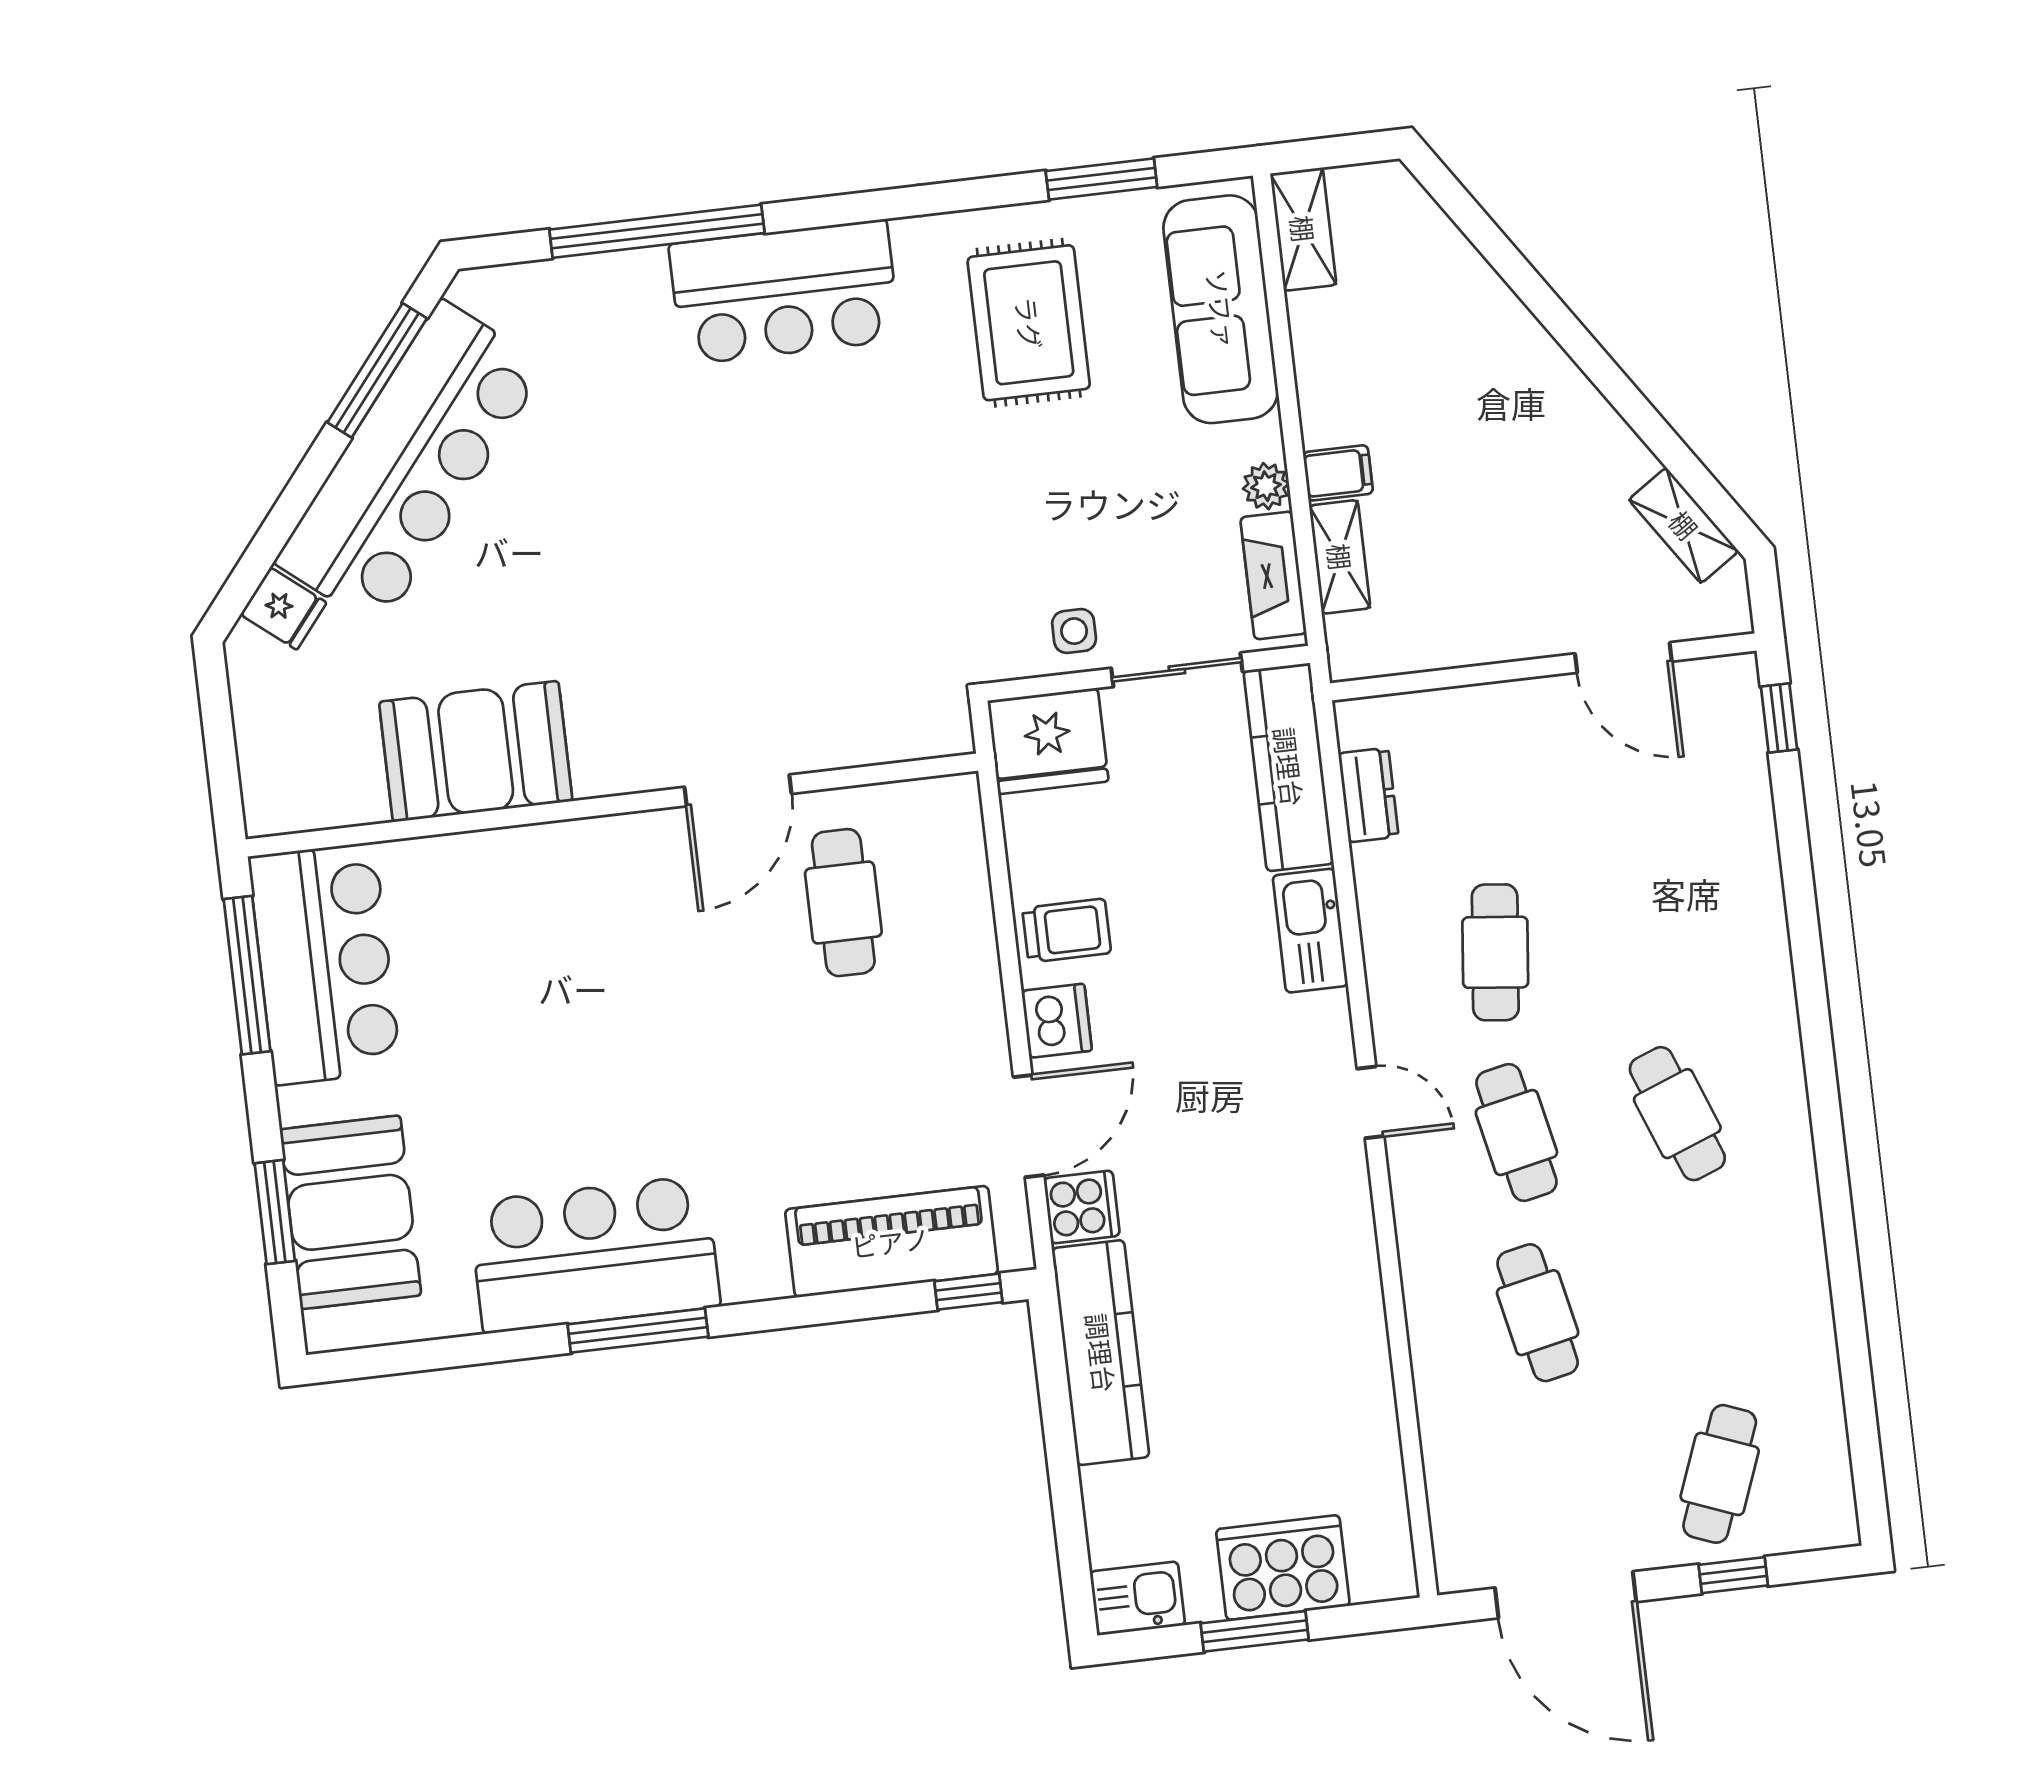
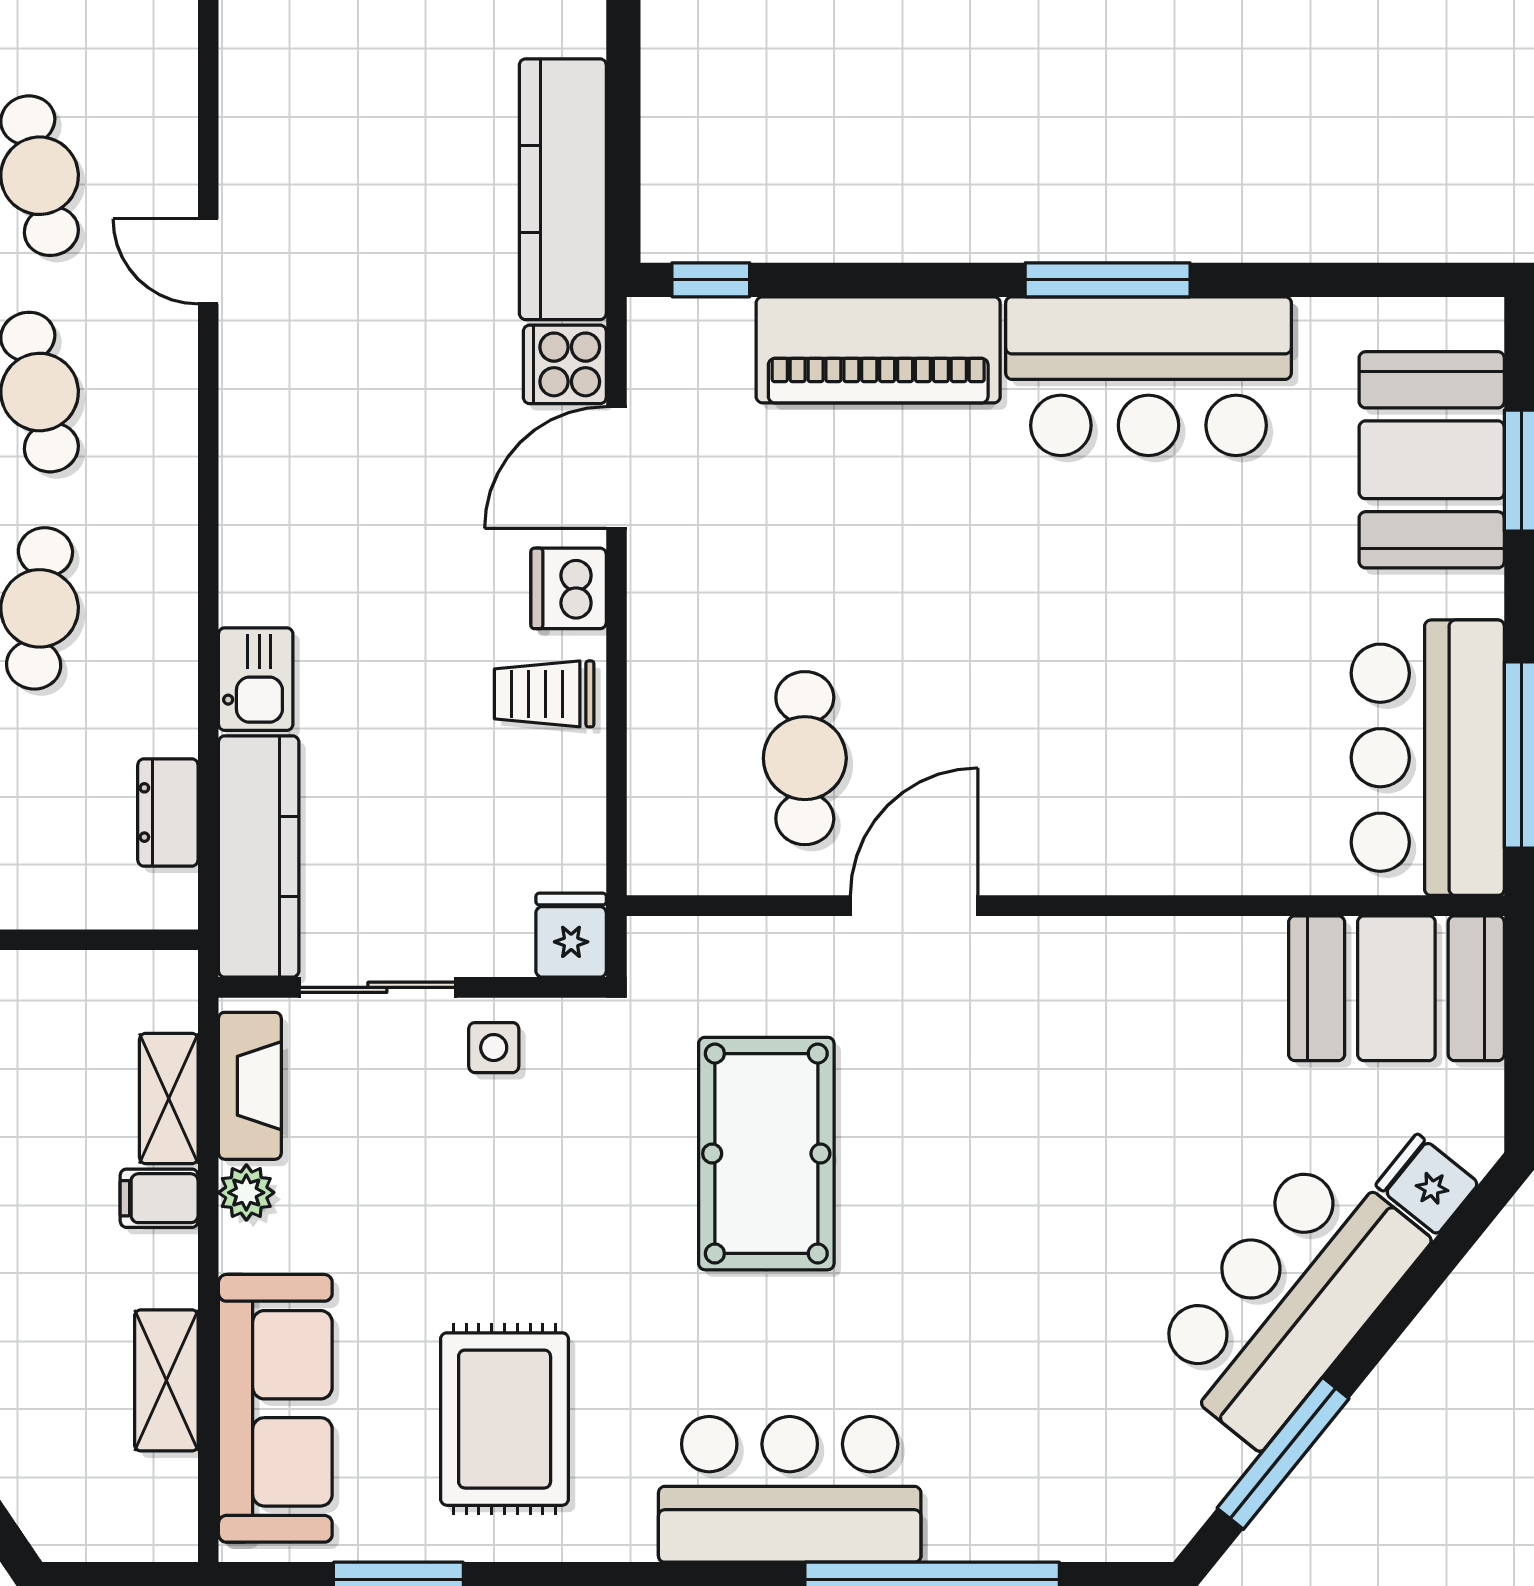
shelving: (1303, 229) -> (166, 1380), moved
bar counter: (411, 464) -> (1288, 1299), width x0.73
pool table: (837, 570) -> (766, 1154), added
fridge: (1048, 741) -> (571, 935), width x0.53, depth x0.75
booth: (476, 751) -> (1396, 988), moved
kitchen sink: (1310, 931) -> (256, 679), width x0.73
door: (1370, 1102) -> (208, 261), moved
piano: (891, 1242) -> (878, 350), moved

